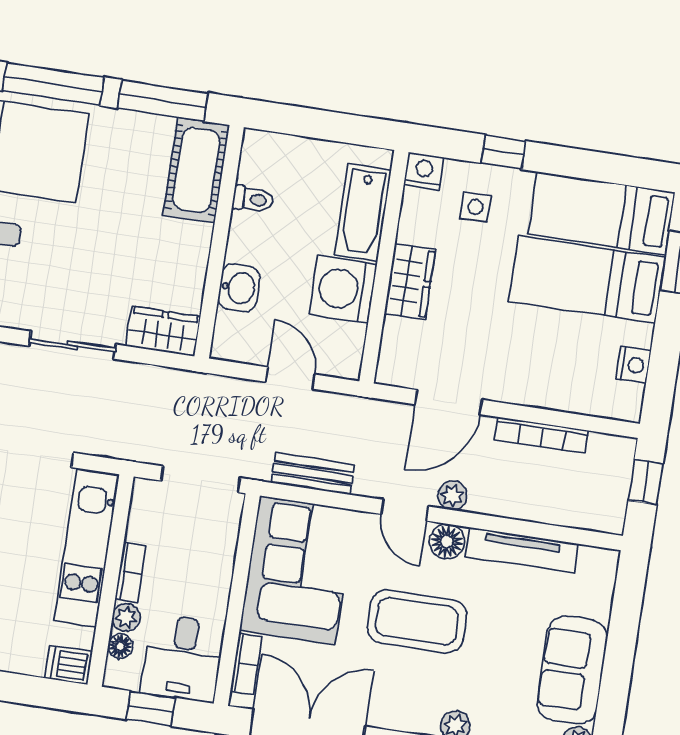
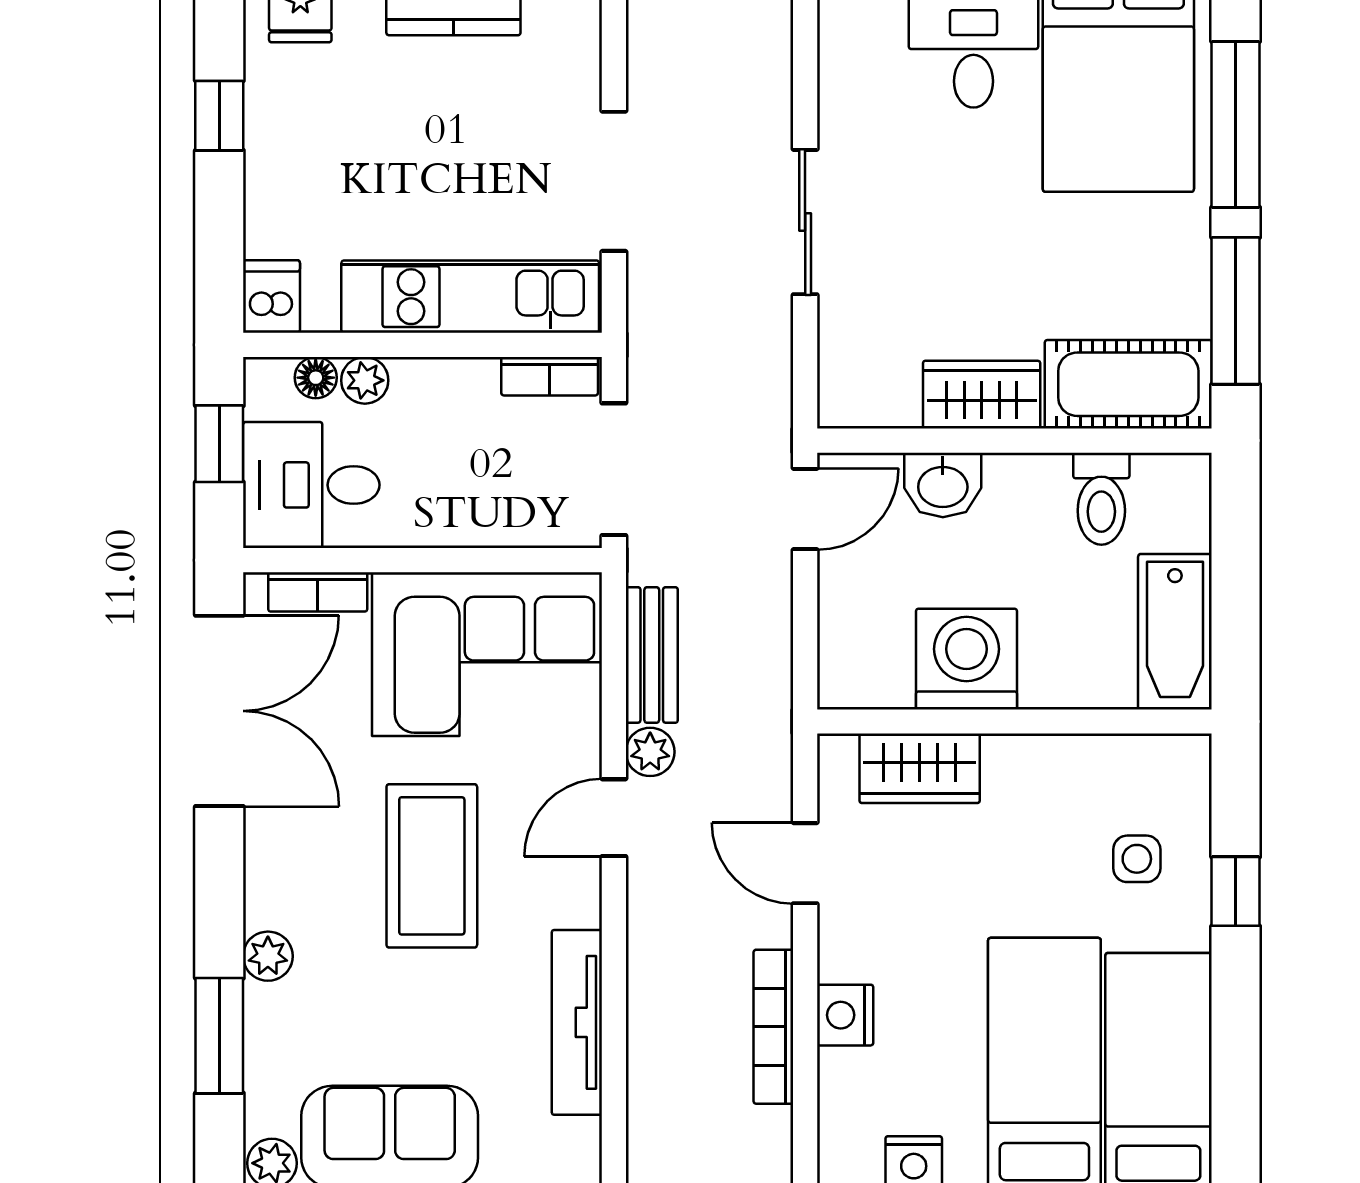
nightstand: (424, 171) -> (845, 1015), moved, turned 180
toilet: (253, 199) -> (1101, 499), width x1.37, depth x1.39
bathtub: (363, 212) -> (1175, 632), moved, turned -90
wardrobe: (410, 281) -> (920, 768), moved
wardrobe: (163, 331) -> (982, 395), moved, turned -90
door: (290, 378) -> (805, 509), moved
door: (449, 402) -> (805, 863), width x0.73
plant: (452, 496) -> (650, 752), moved
floor lamp: (447, 542) -> (572, 896), removed
bookcase: (131, 572) -> (550, 376), moved

